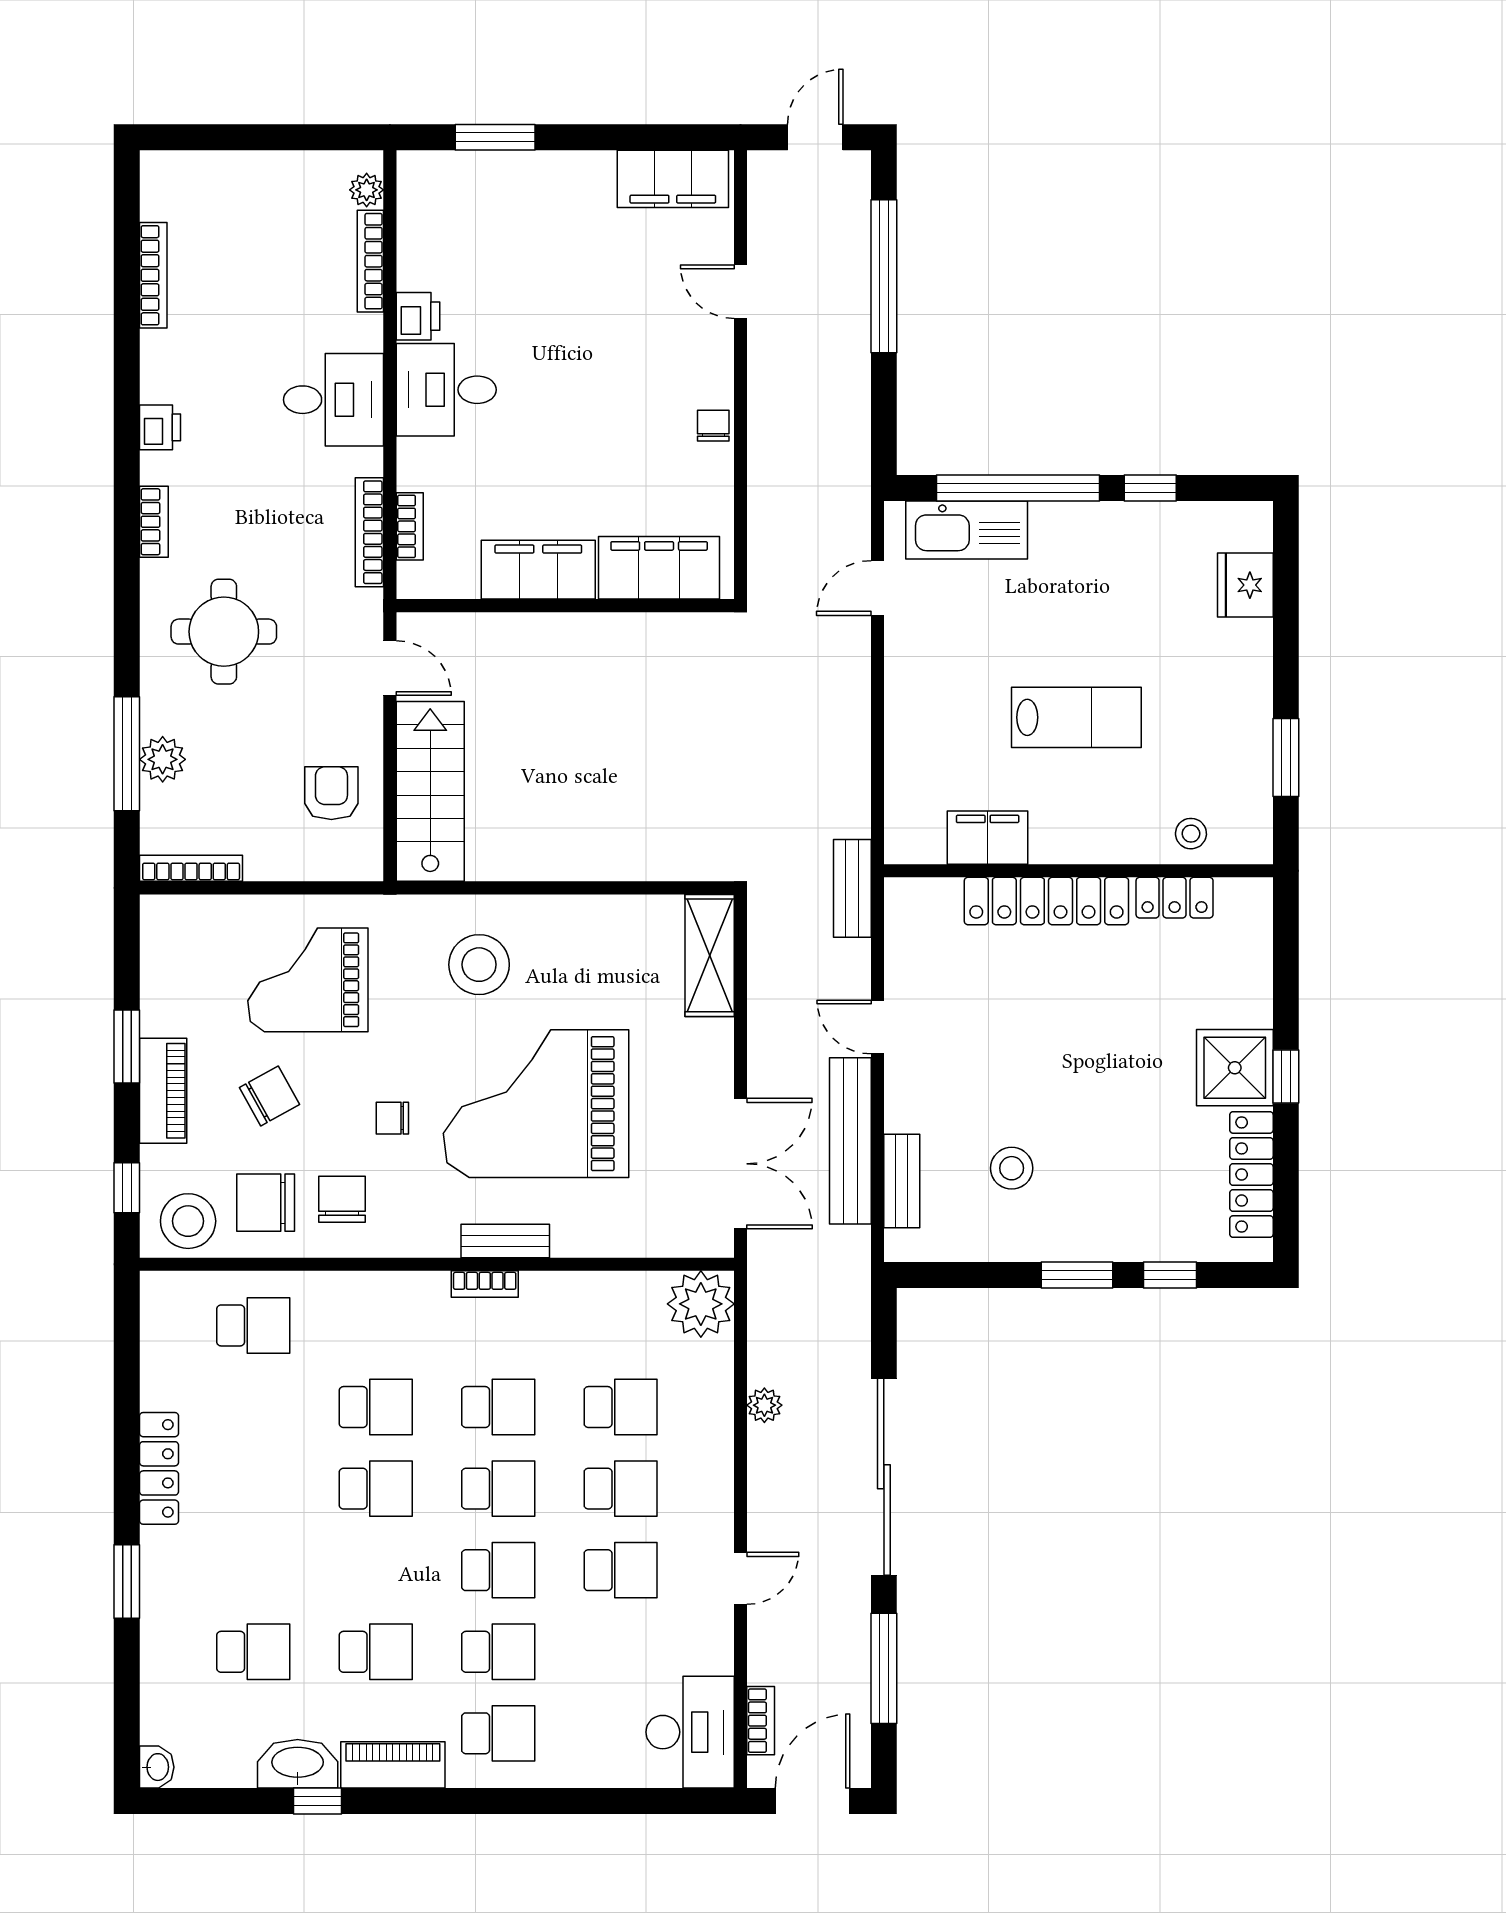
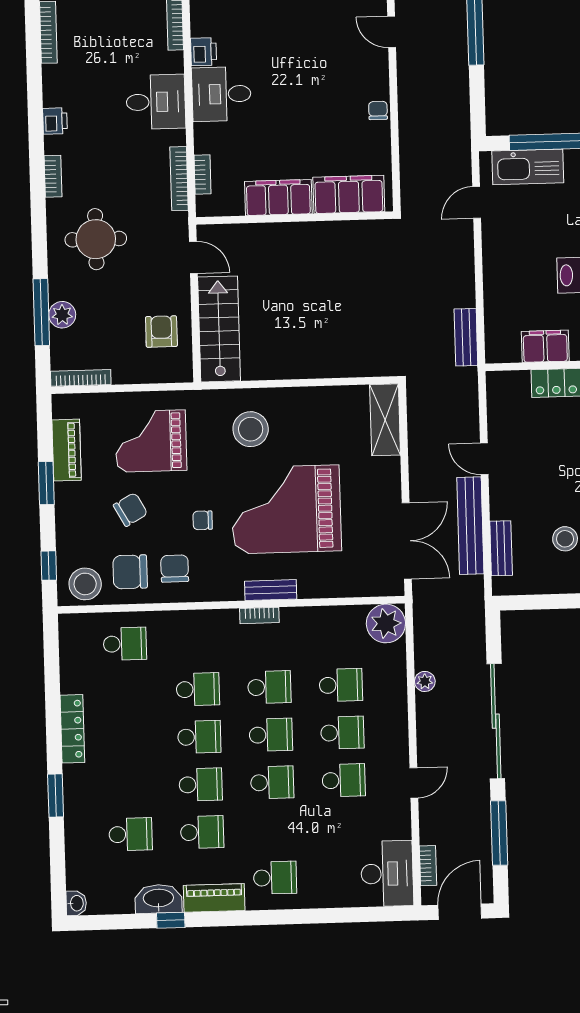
bench: (852, 888) -> (466, 337), moved
piano: (163, 1091) -> (67, 450), moved
school desk: (498, 1652) -> (201, 785), moved

